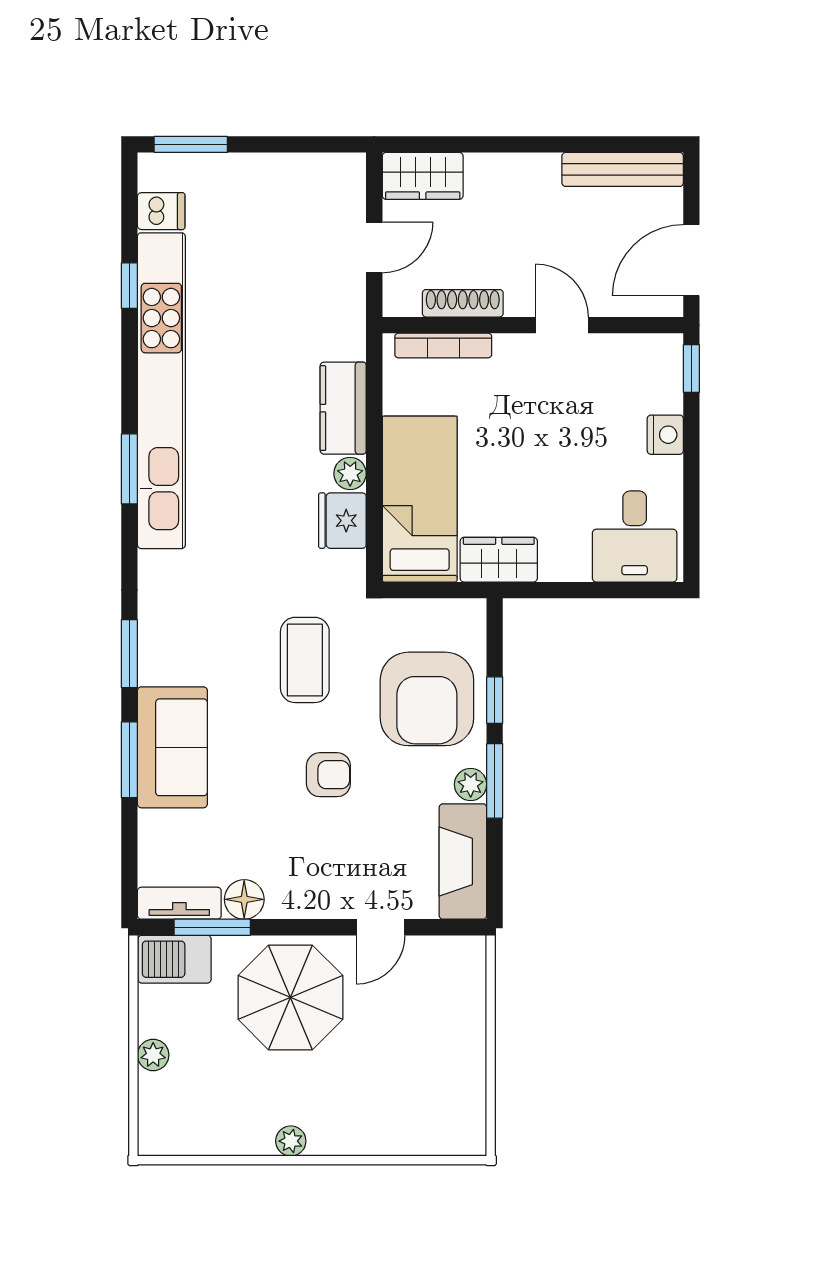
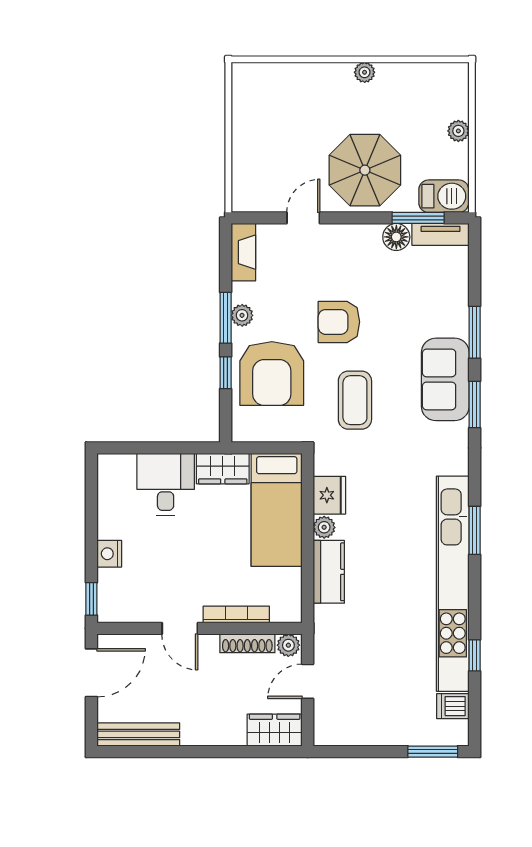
plant: (402, 300) -> (288, 645), added
bookcase: (443, 346) -> (236, 614), moved
desk: (635, 536) -> (166, 484), moved
armchair: (427, 699) -> (272, 374), turned 180
sofa: (172, 747) -> (445, 379), moved
armchair: (328, 775) -> (339, 322), width x1.38, depth x1.38
fireplace: (463, 862) -> (243, 252), width x0.73, depth x0.76

